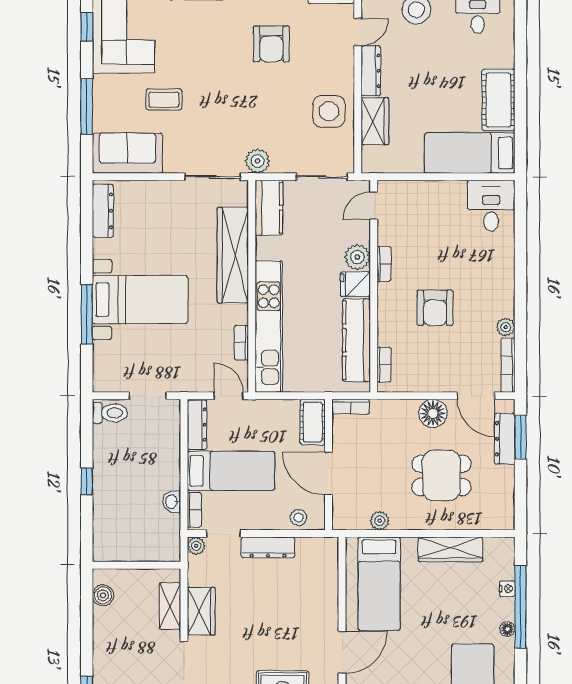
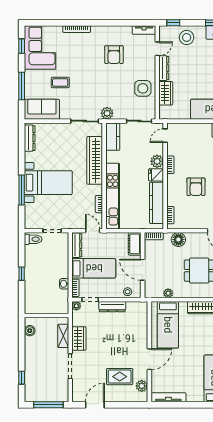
floor lamp: (433, 413) -> (178, 240), moved

